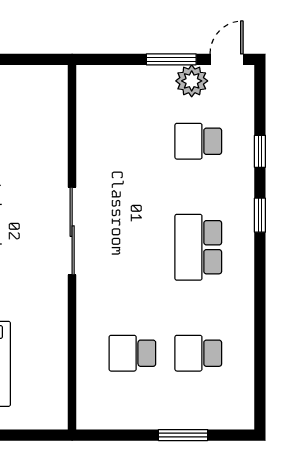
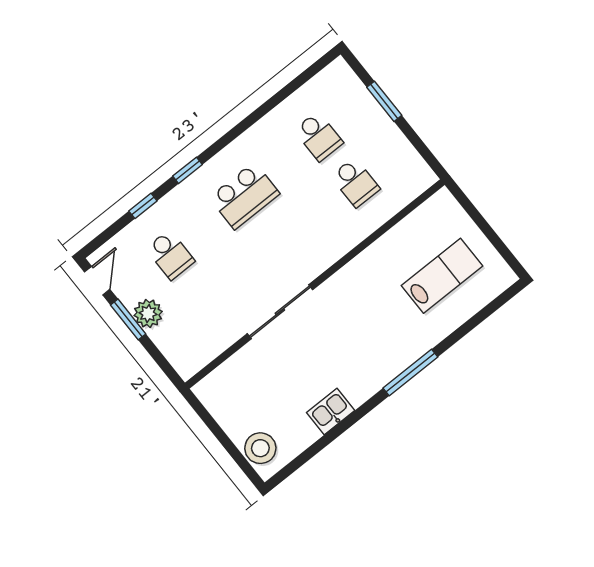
door: (227, 59) -> (97, 281), swing flipped
plant: (192, 81) -> (148, 314), moved
sliding door: (72, 231) -> (280, 312), moved

